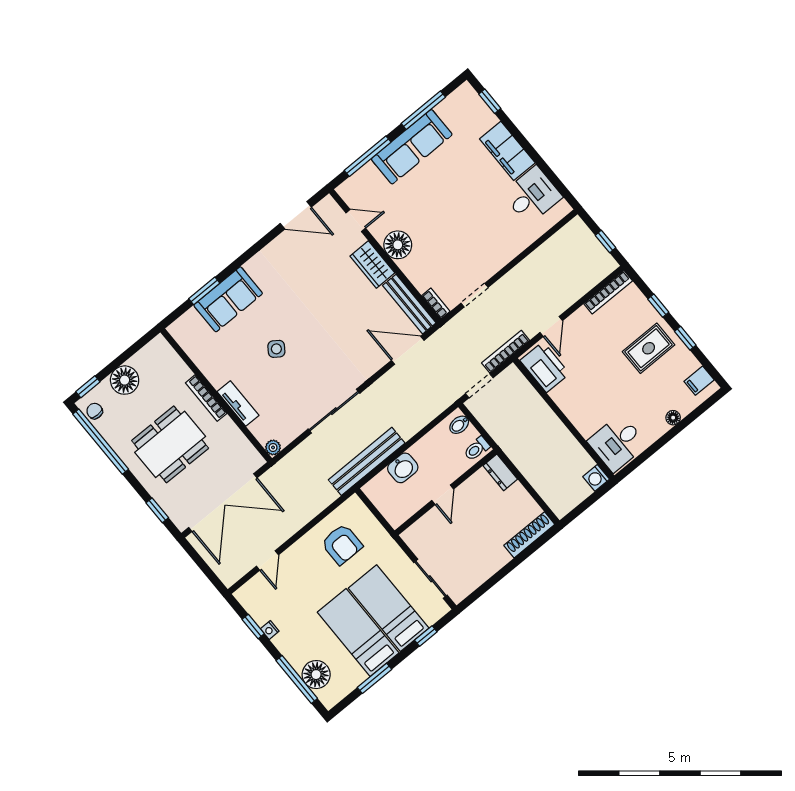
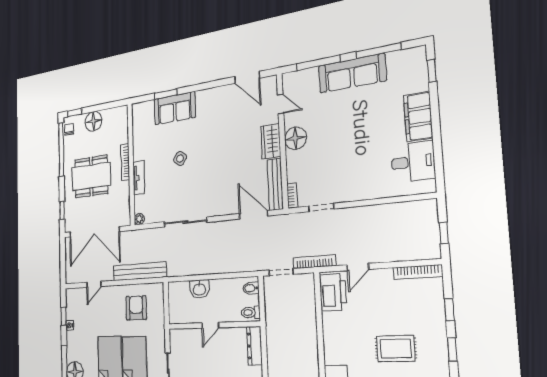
rug: (649, 348) -> (396, 349), moved
bench: (367, 461) -> (140, 271), moved
dresser: (500, 472) -> (254, 346), width x1.44
armchair: (342, 544) -> (136, 308), turned 180

